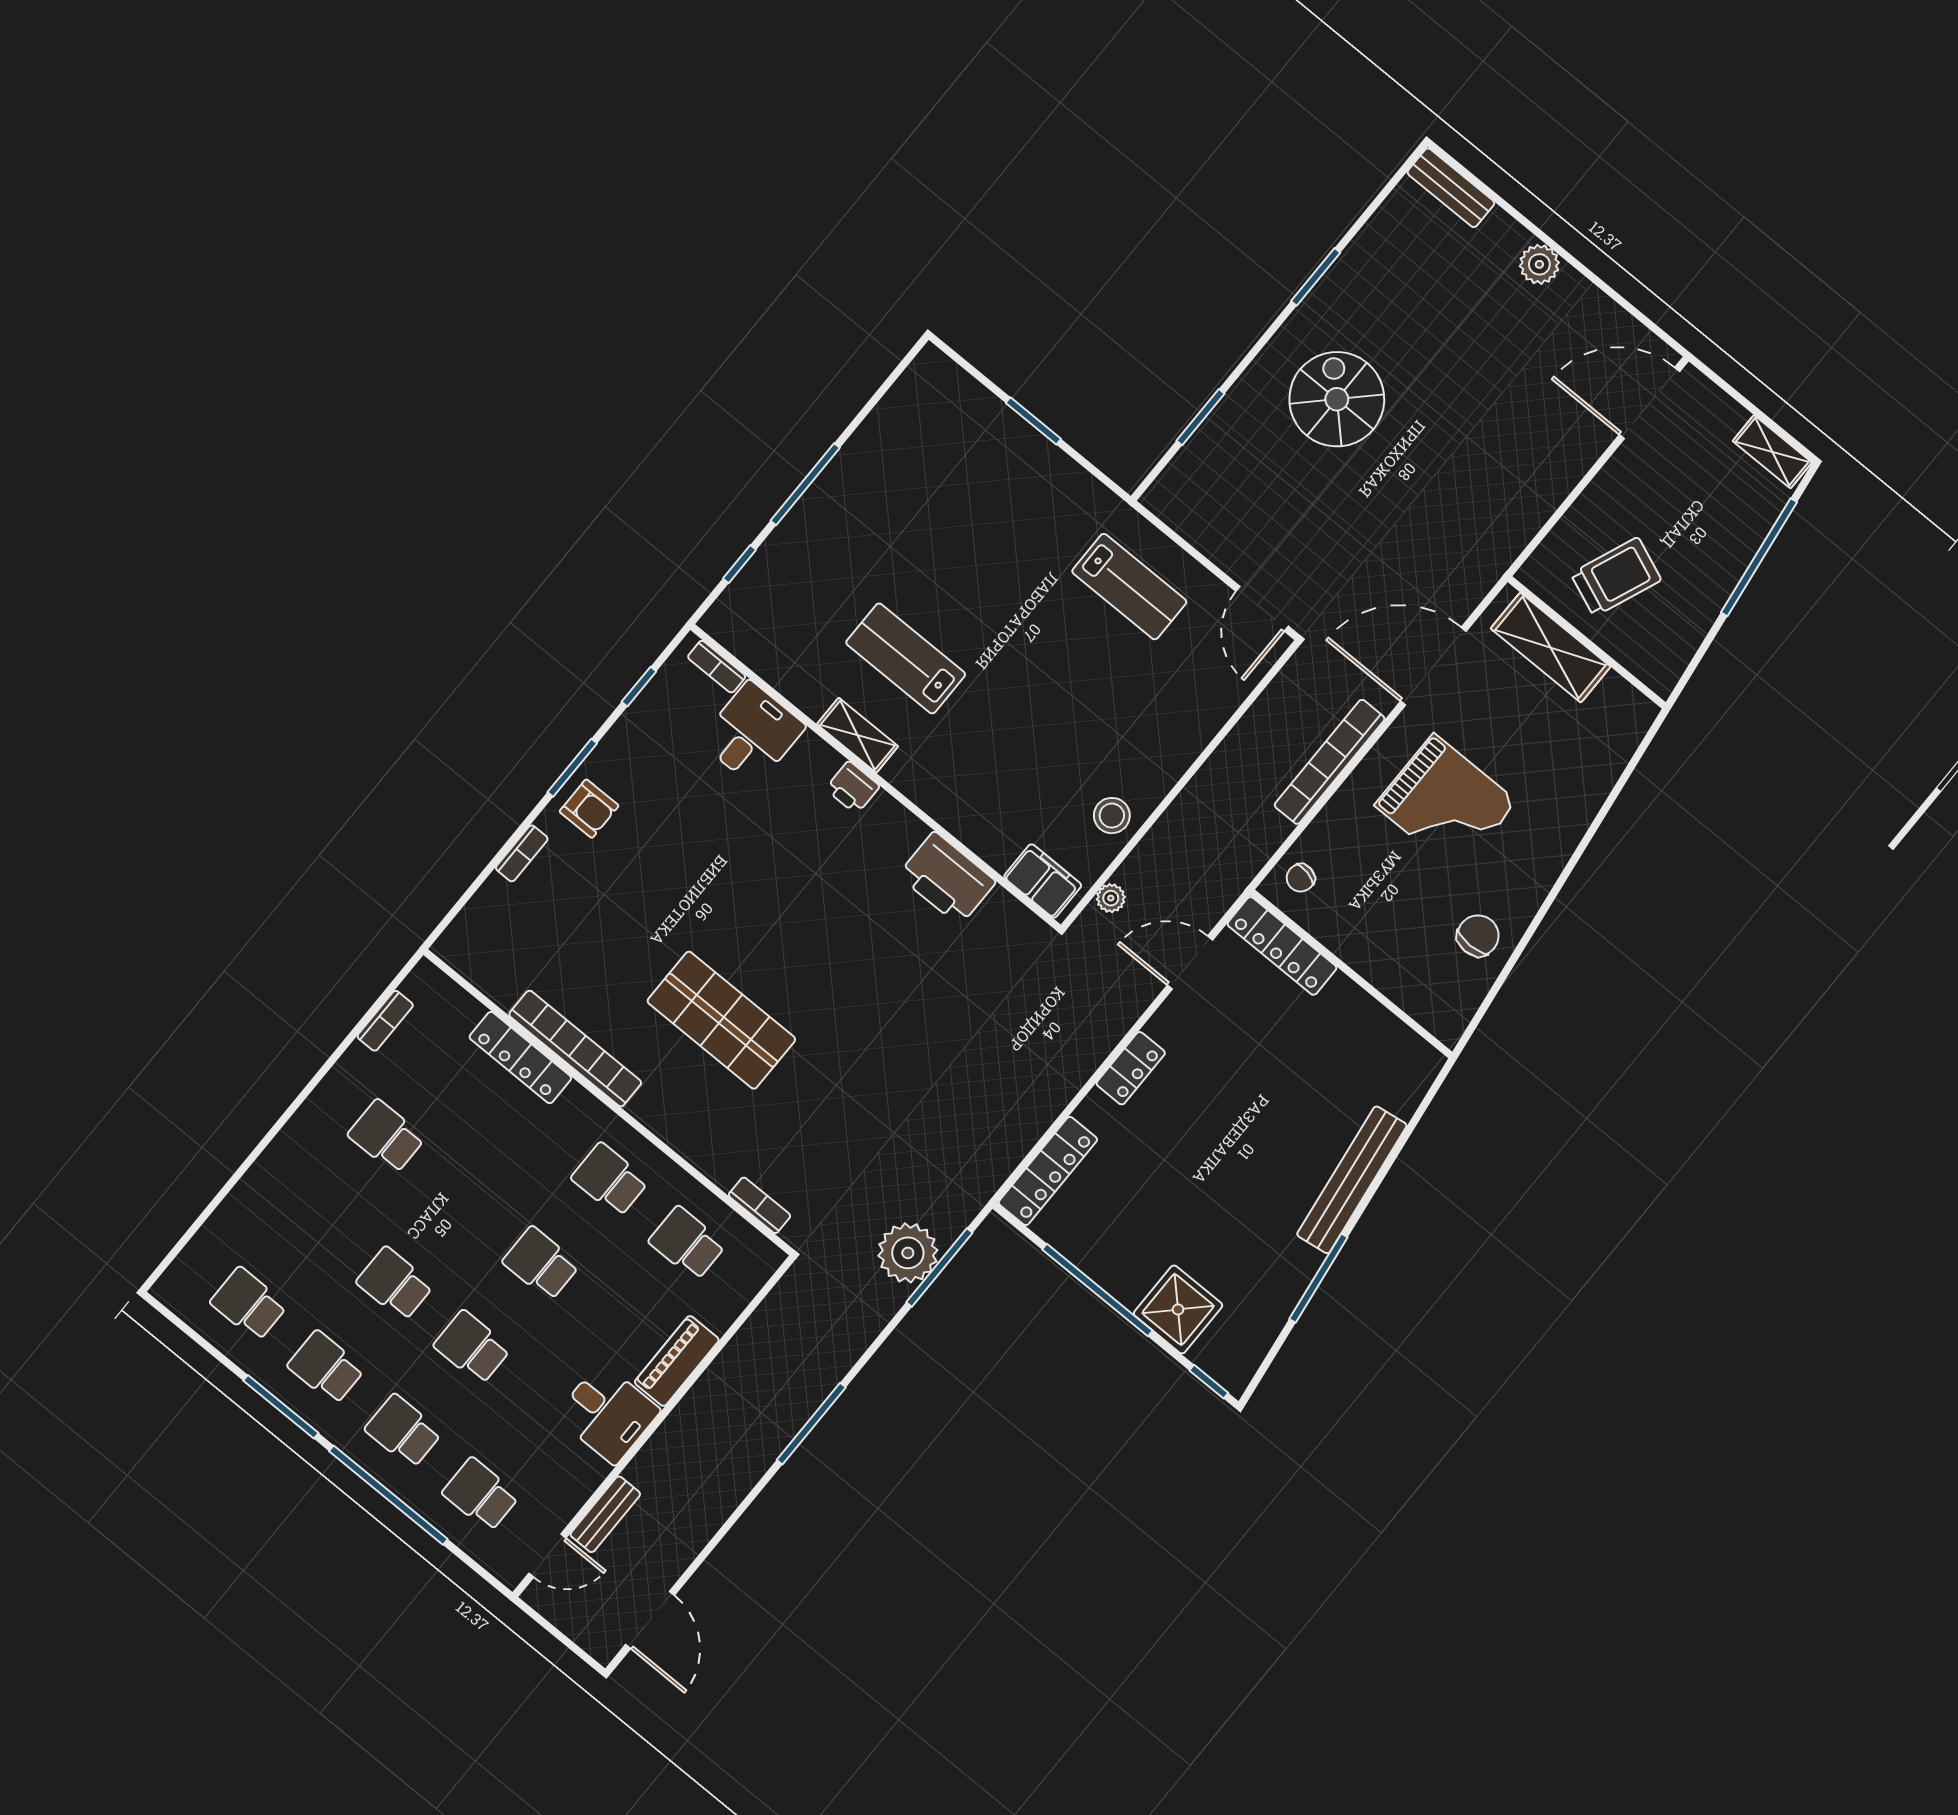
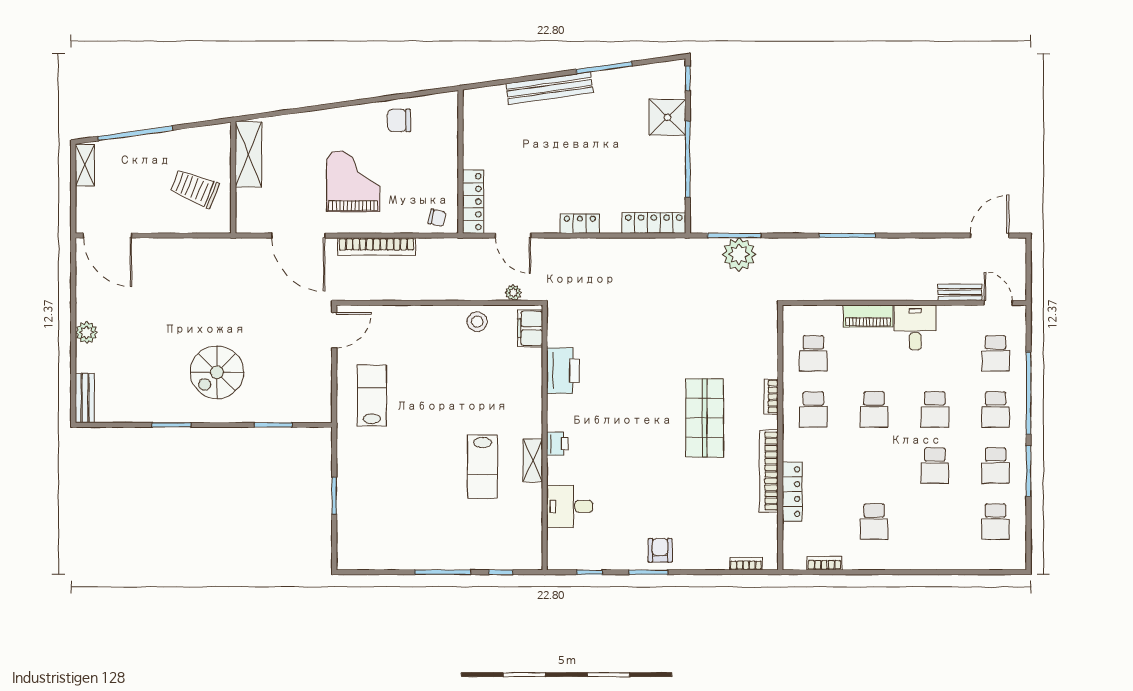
shelving: (1551, 648) -> (248, 154), moved
bookcase: (717, 667) -> (553, 546), removed
bookcase: (522, 853) -> (746, 564), moved
bookcase: (759, 1205) -> (771, 397), moved

